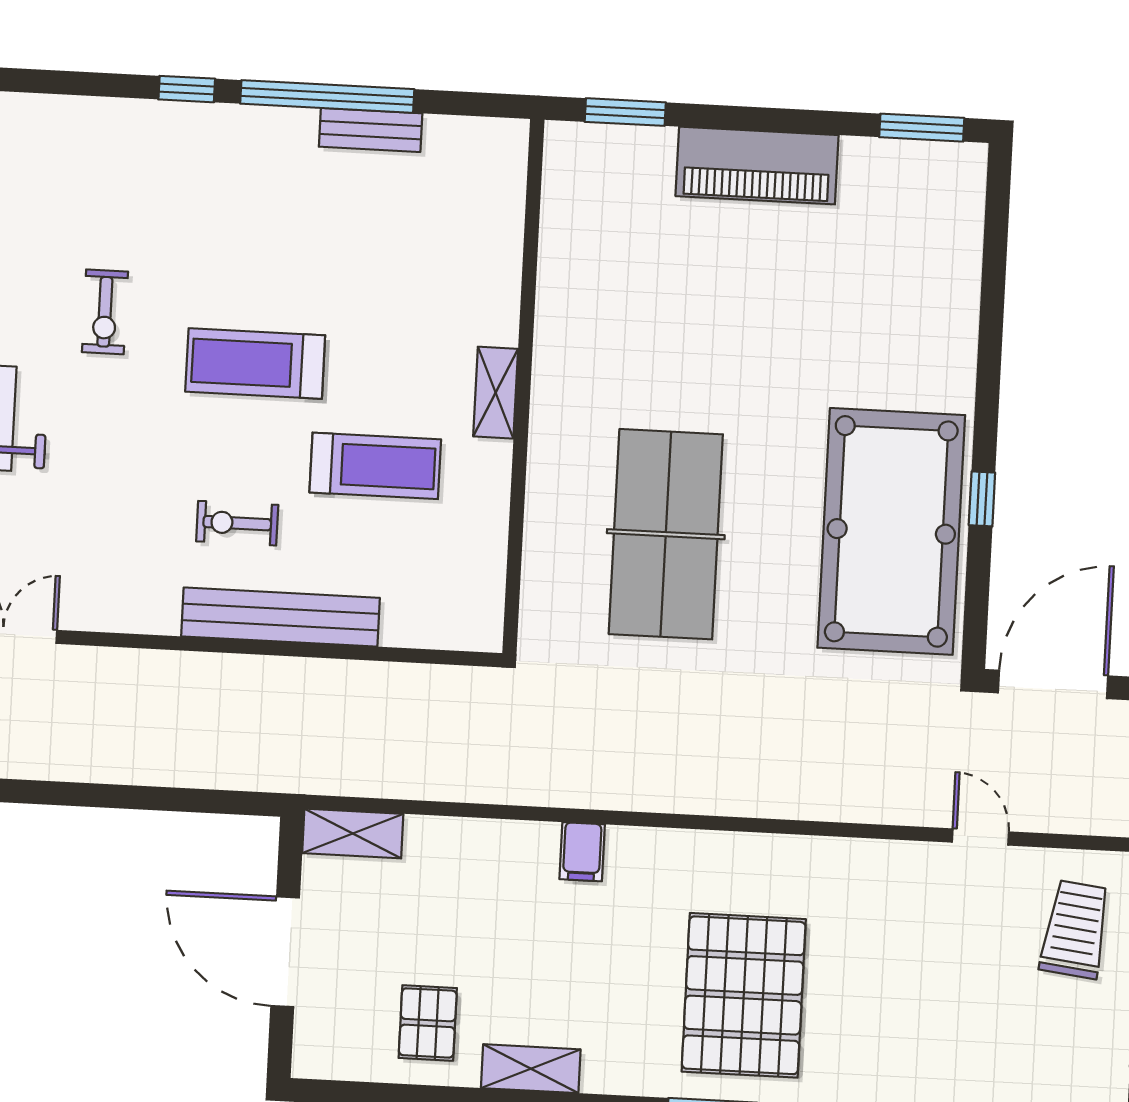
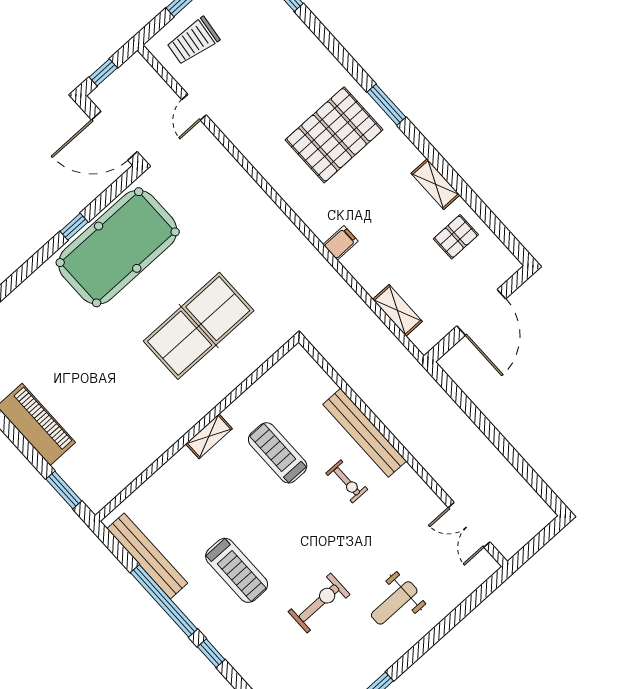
bench: (371, 130) -> (147, 556), width x1.86, depth x1.21
exercise bike: (105, 312) -> (319, 603), width x1.38, depth x1.39
treadmill: (255, 364) -> (237, 570), moved
shelving: (353, 834) -> (397, 310), moved

